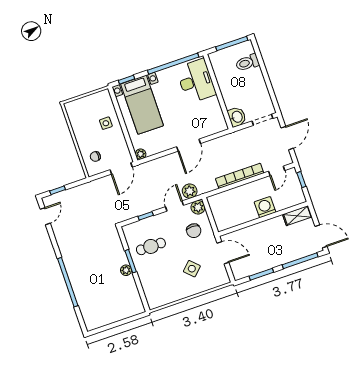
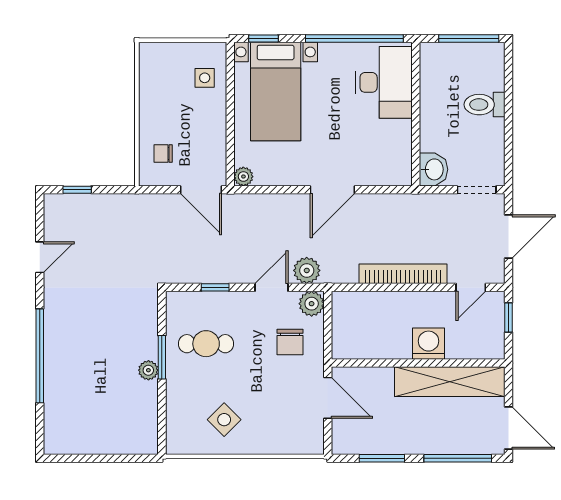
toilet: (247, 63) -> (484, 105), moved
side table: (106, 123) -> (205, 78), moved
door: (121, 168) -> (201, 190), hinge flipped
door: (45, 216) -> (40, 257), moved
shelving: (297, 216) -> (450, 382), width x2.20, depth x1.33
side table: (192, 269) -> (224, 420), moved

